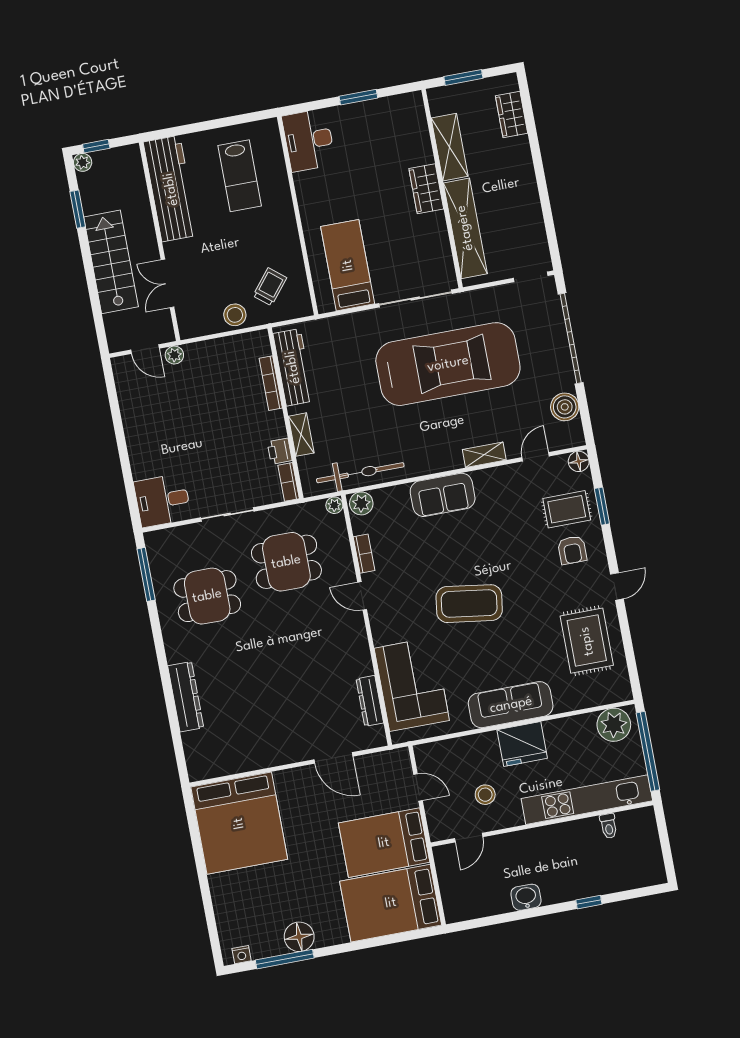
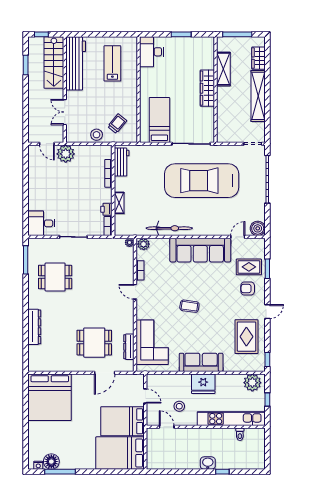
window: (463, 77) -> (237, 34), width x1.44
plant: (83, 162) -> (33, 41), removed
lab bench: (240, 176) -> (112, 63), turned 180
wardrobe: (426, 189) -> (207, 88), width x1.50
shelving: (465, 228) -> (258, 96), moved
stairs: (111, 262) -> (54, 63), moved, turned 180
plant: (174, 355) -> (66, 154), width x1.88, depth x1.88
car: (448, 364) -> (202, 181), turned 180
workbench: (293, 367) -> (122, 162), width x0.73
boiler: (565, 407) -> (258, 228), moved
shelving: (484, 455) -> (212, 231), removed
floor lamp: (579, 461) -> (260, 243), removed
bicycle: (360, 473) -> (169, 228), moved
sofa: (443, 495) -> (200, 250), width x1.85, depth x1.27
armchair: (572, 550) -> (248, 289), turned 90
dining table: (286, 562) -> (94, 343), moved
coffee table: (469, 604) -> (189, 306), width x0.54, depth x0.58
window: (634, 676) -> (267, 359), added
window: (648, 751) -> (267, 400), width x0.32
door: (333, 758) -> (105, 373), hinge flipped
door: (469, 838) -> (167, 427), swing flipped
washbasin: (526, 897) -> (208, 463), moved
floor lamp: (299, 937) -> (51, 462), moved

